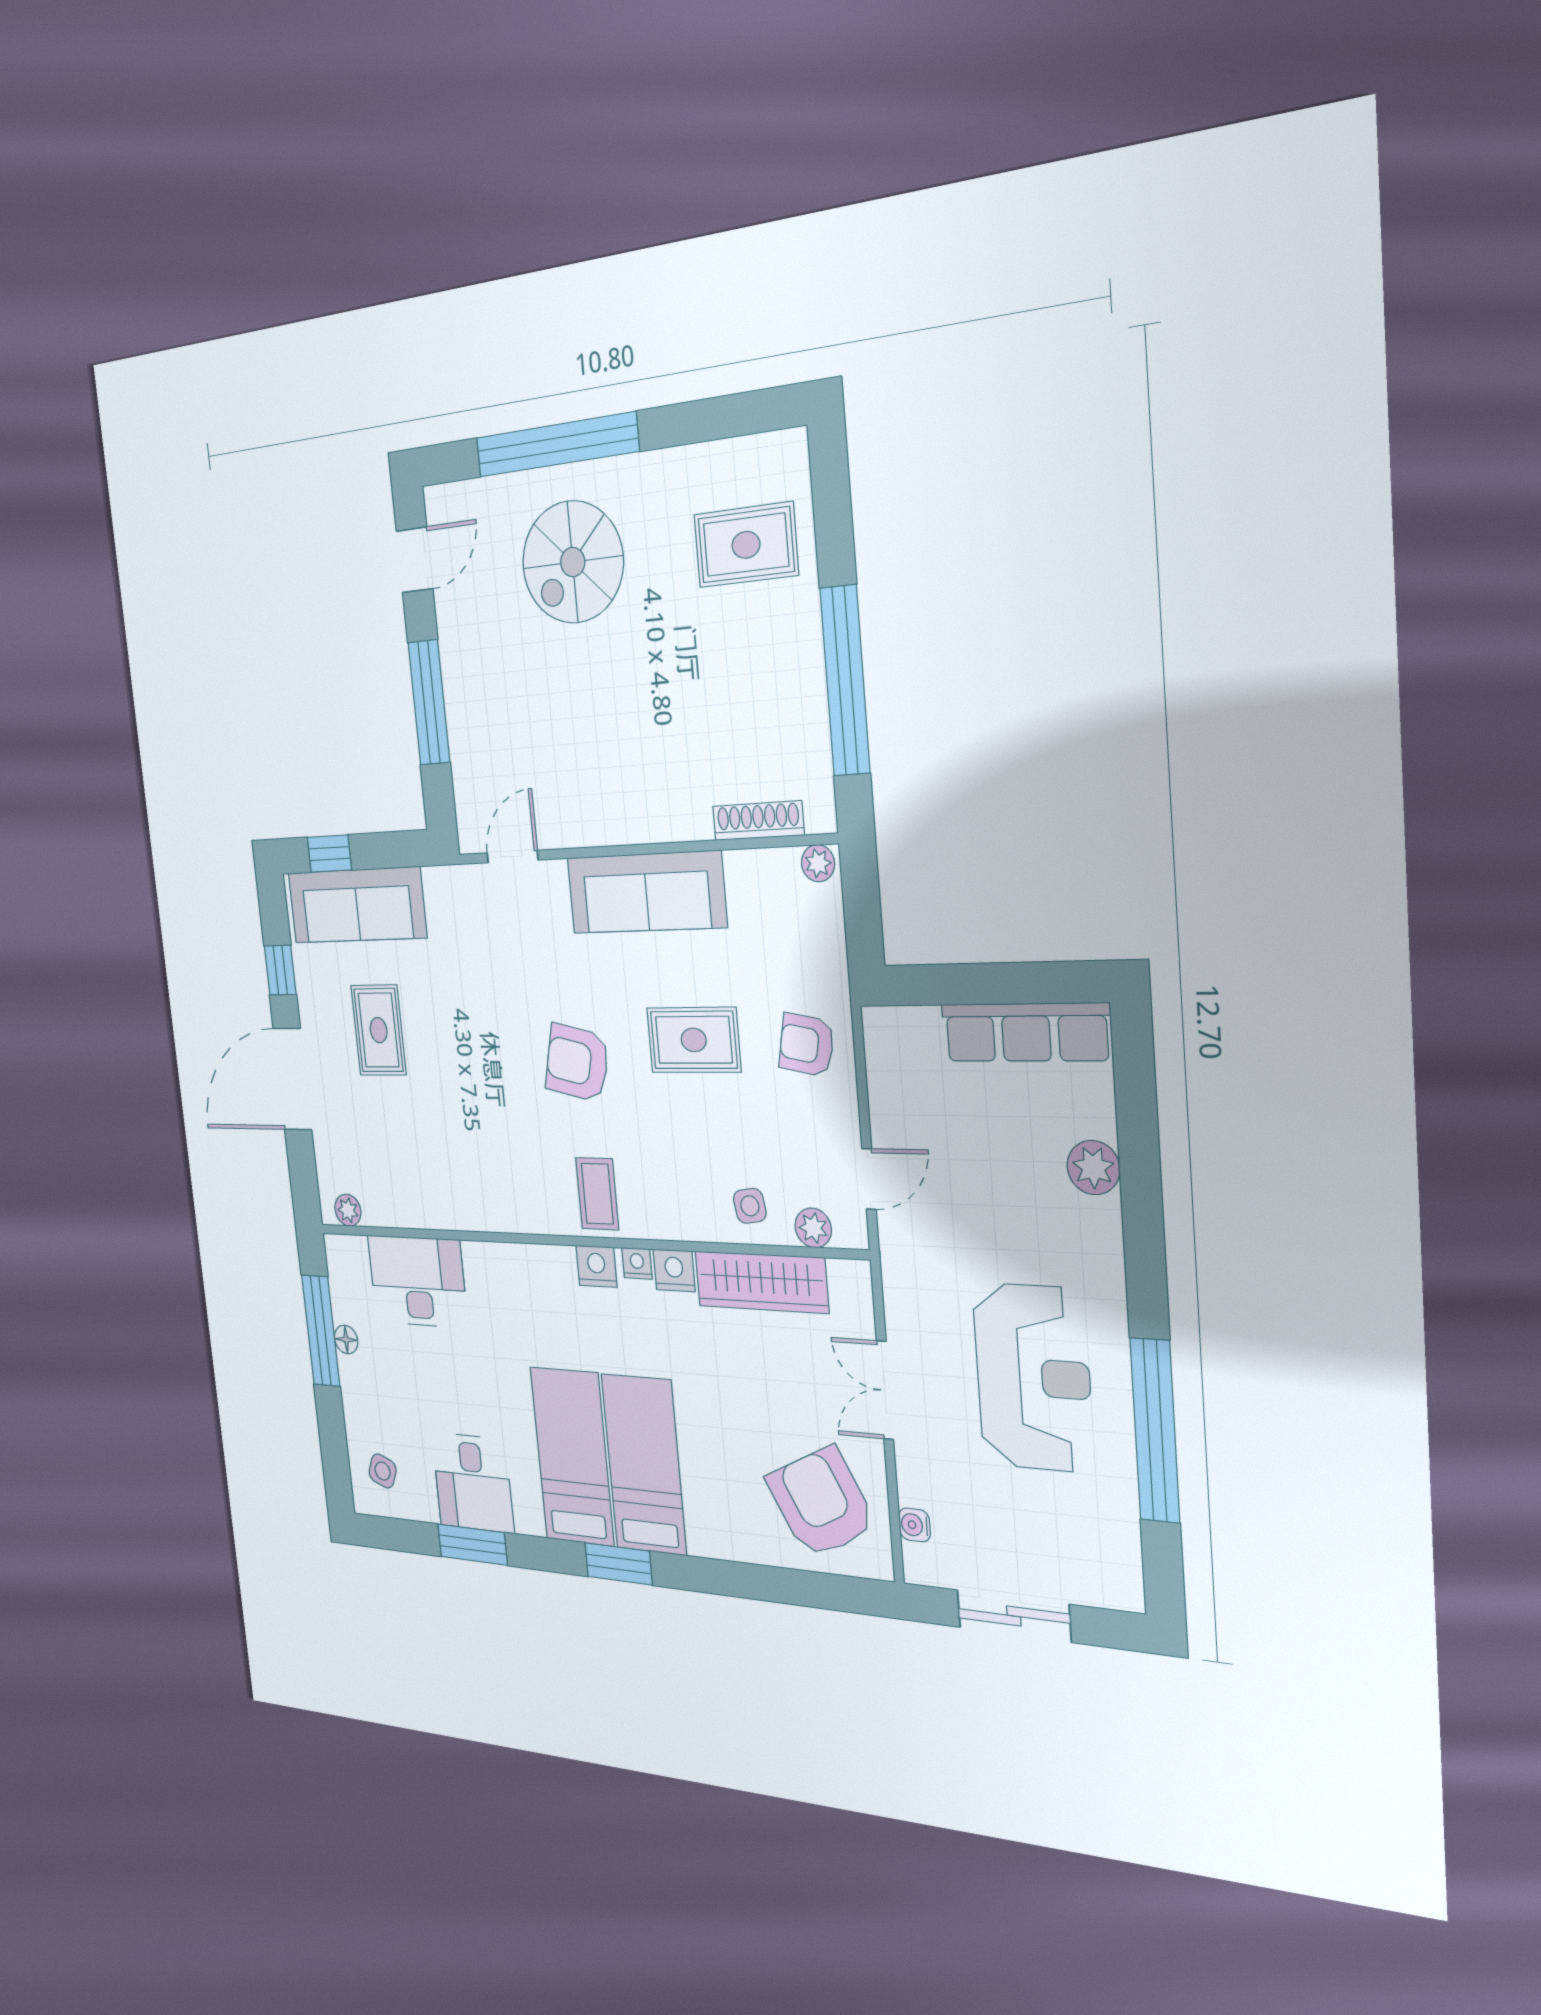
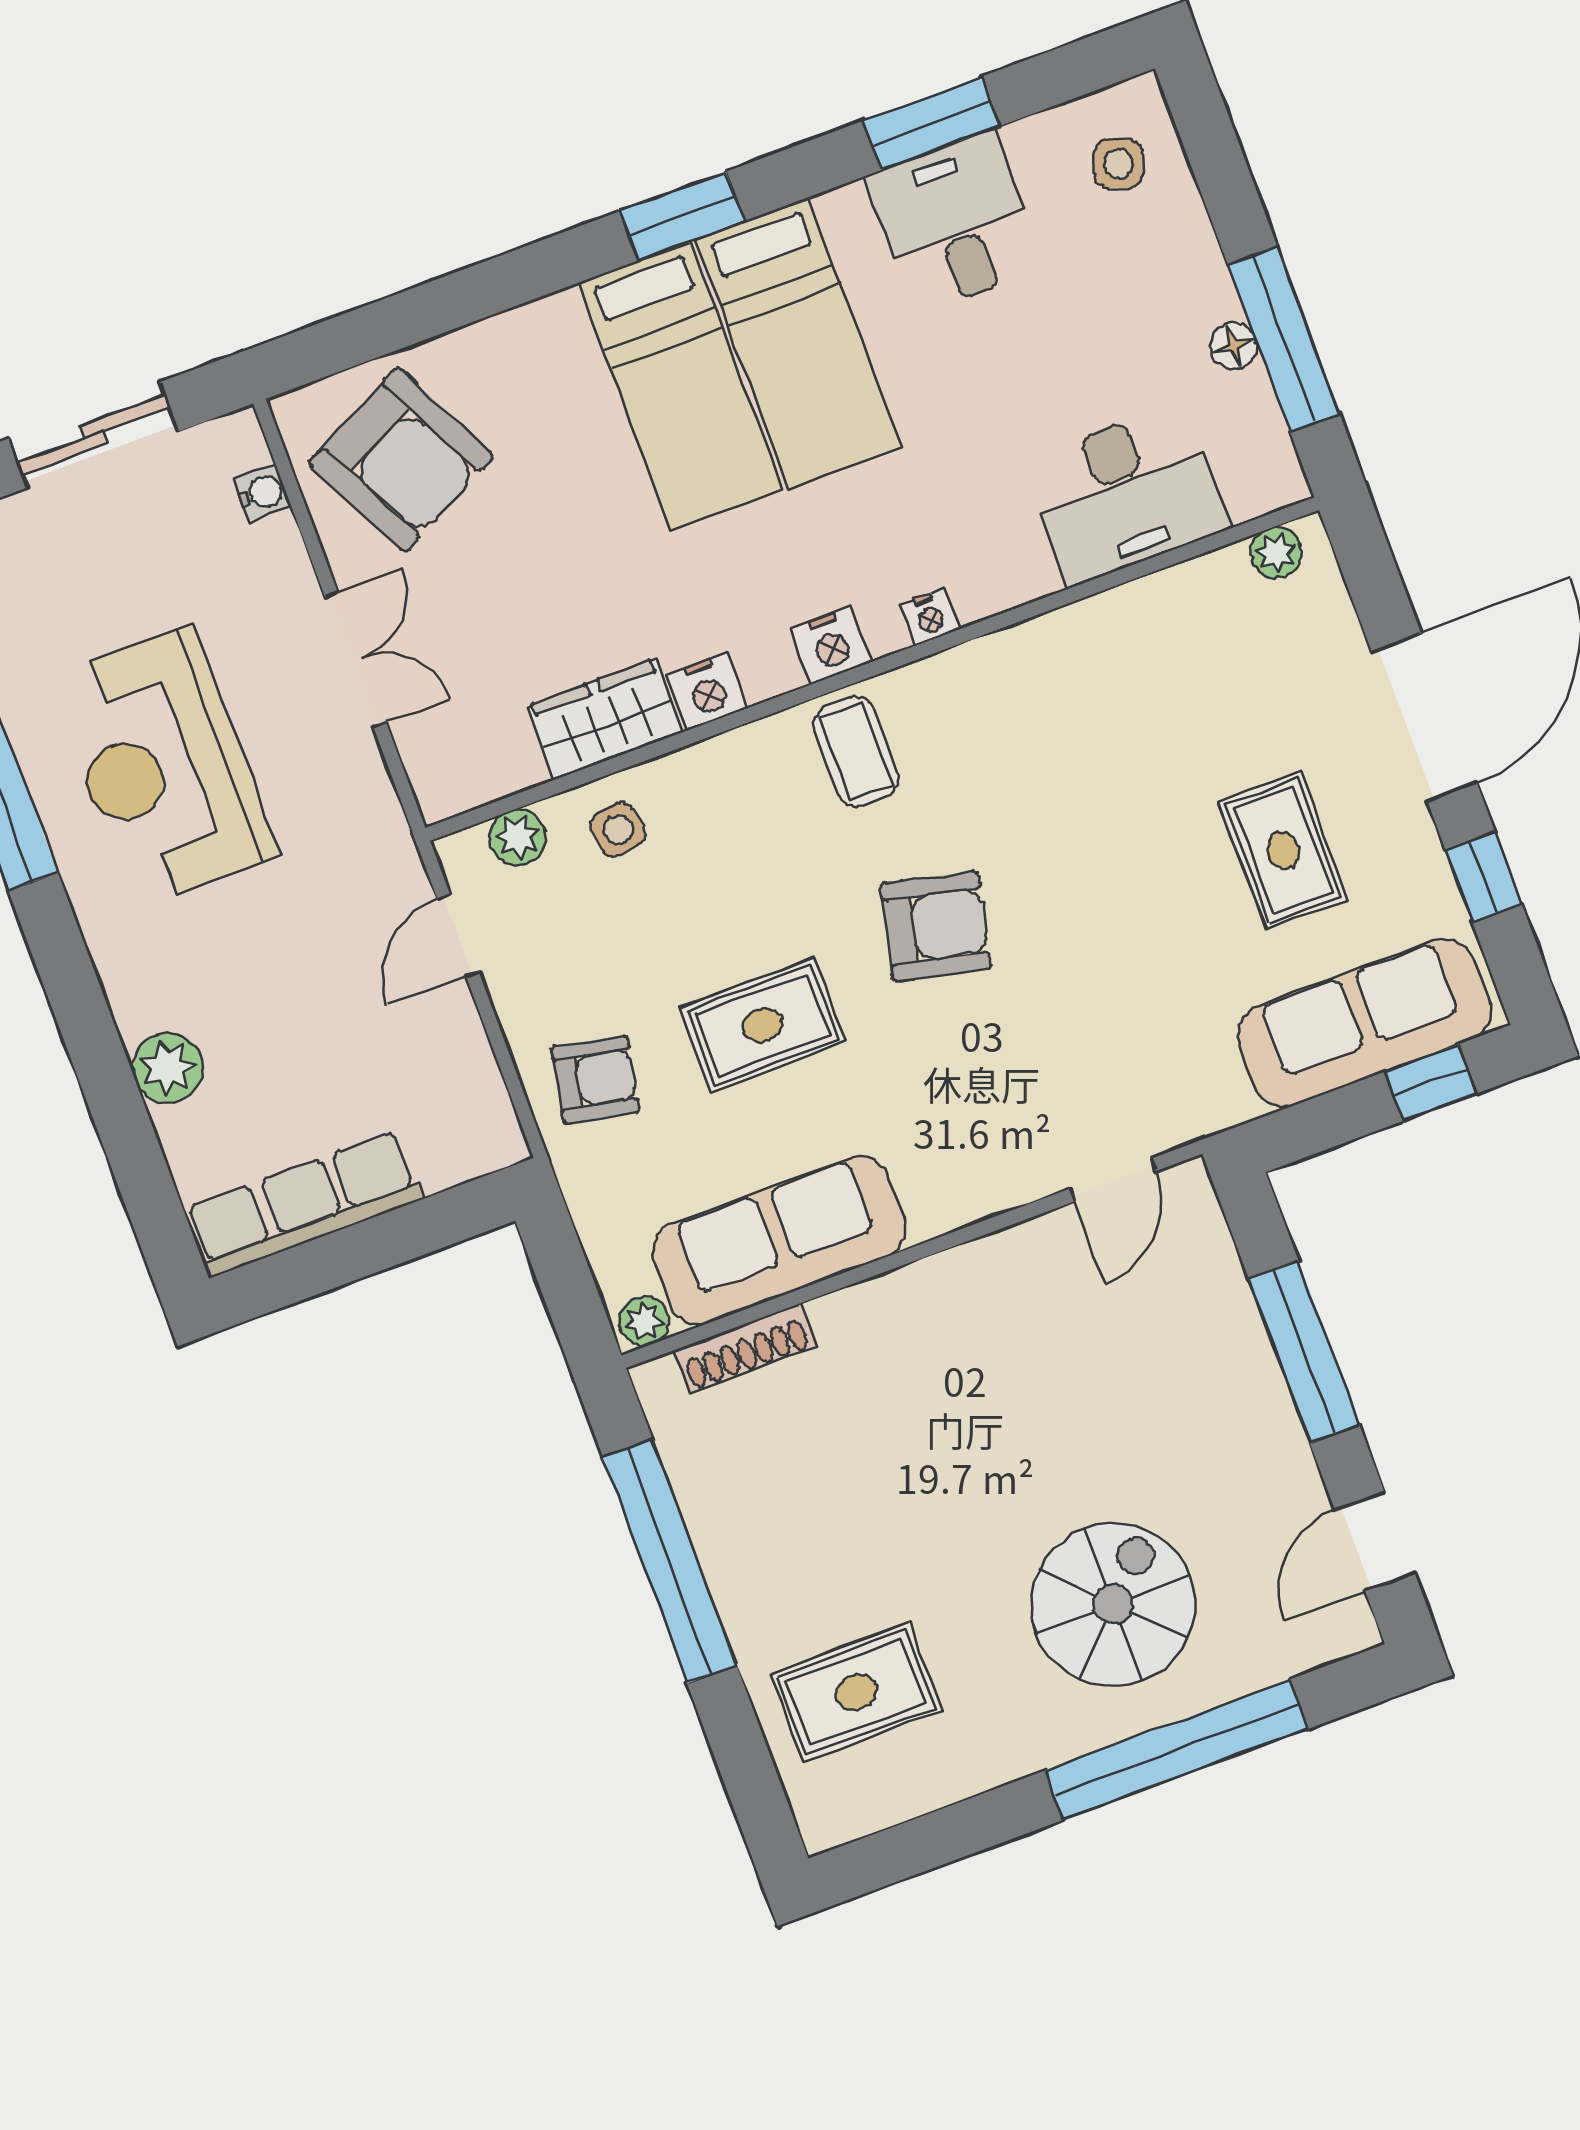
sofa: (646, 892) -> (779, 1240), moved
nightstand: (637, 1263) -> (930, 617), moved
wardrobe: (761, 1282) -> (605, 719), width x0.67

